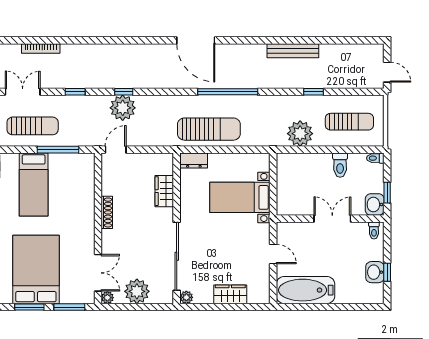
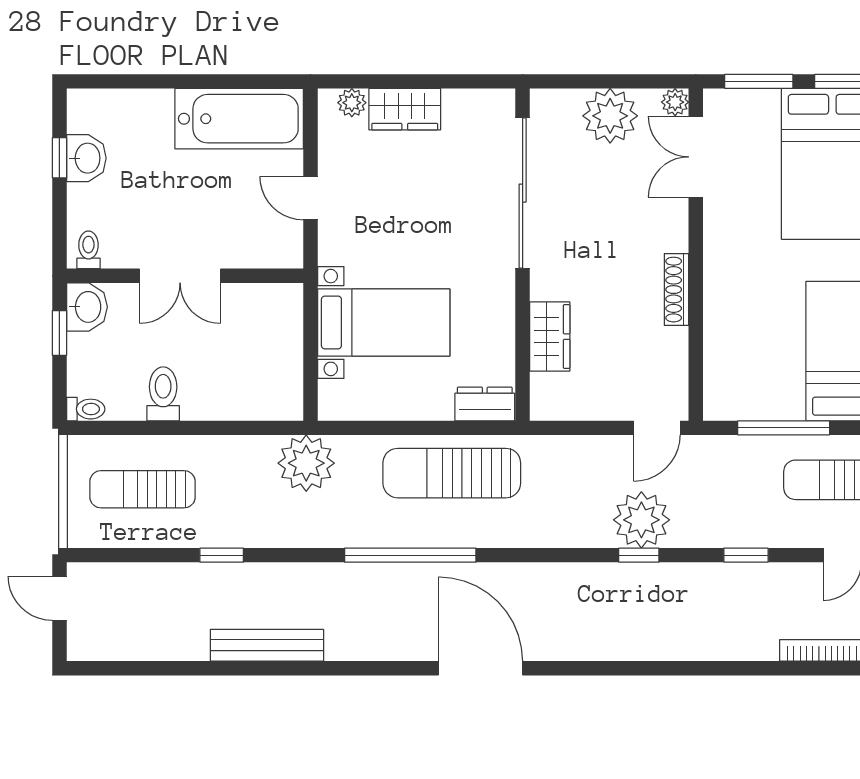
plant: (300, 134) -> (306, 463), moved
plant: (186, 297) -> (352, 103), moved

